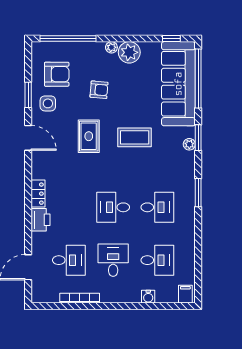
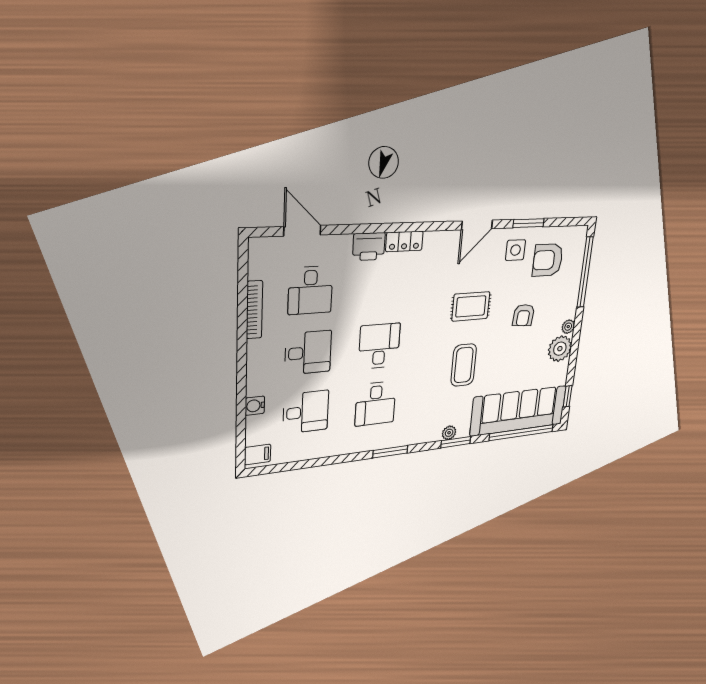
armchair: (57, 74) -> (548, 260), turned 90
desk: (157, 260) -> (306, 412), turned -90

